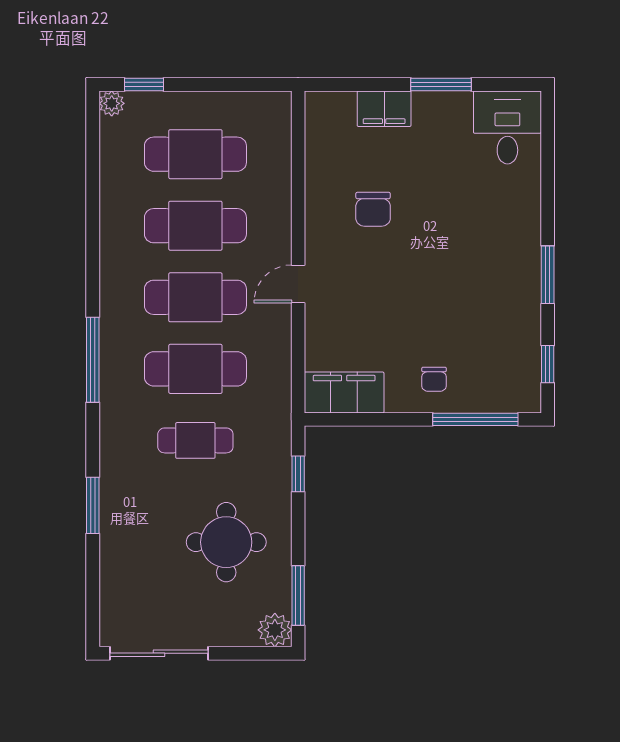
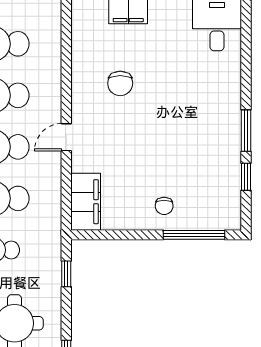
window: (548, 364) -> (246, 177), moved
filing cabinet: (344, 393) -> (86, 202), moved, turned 90

